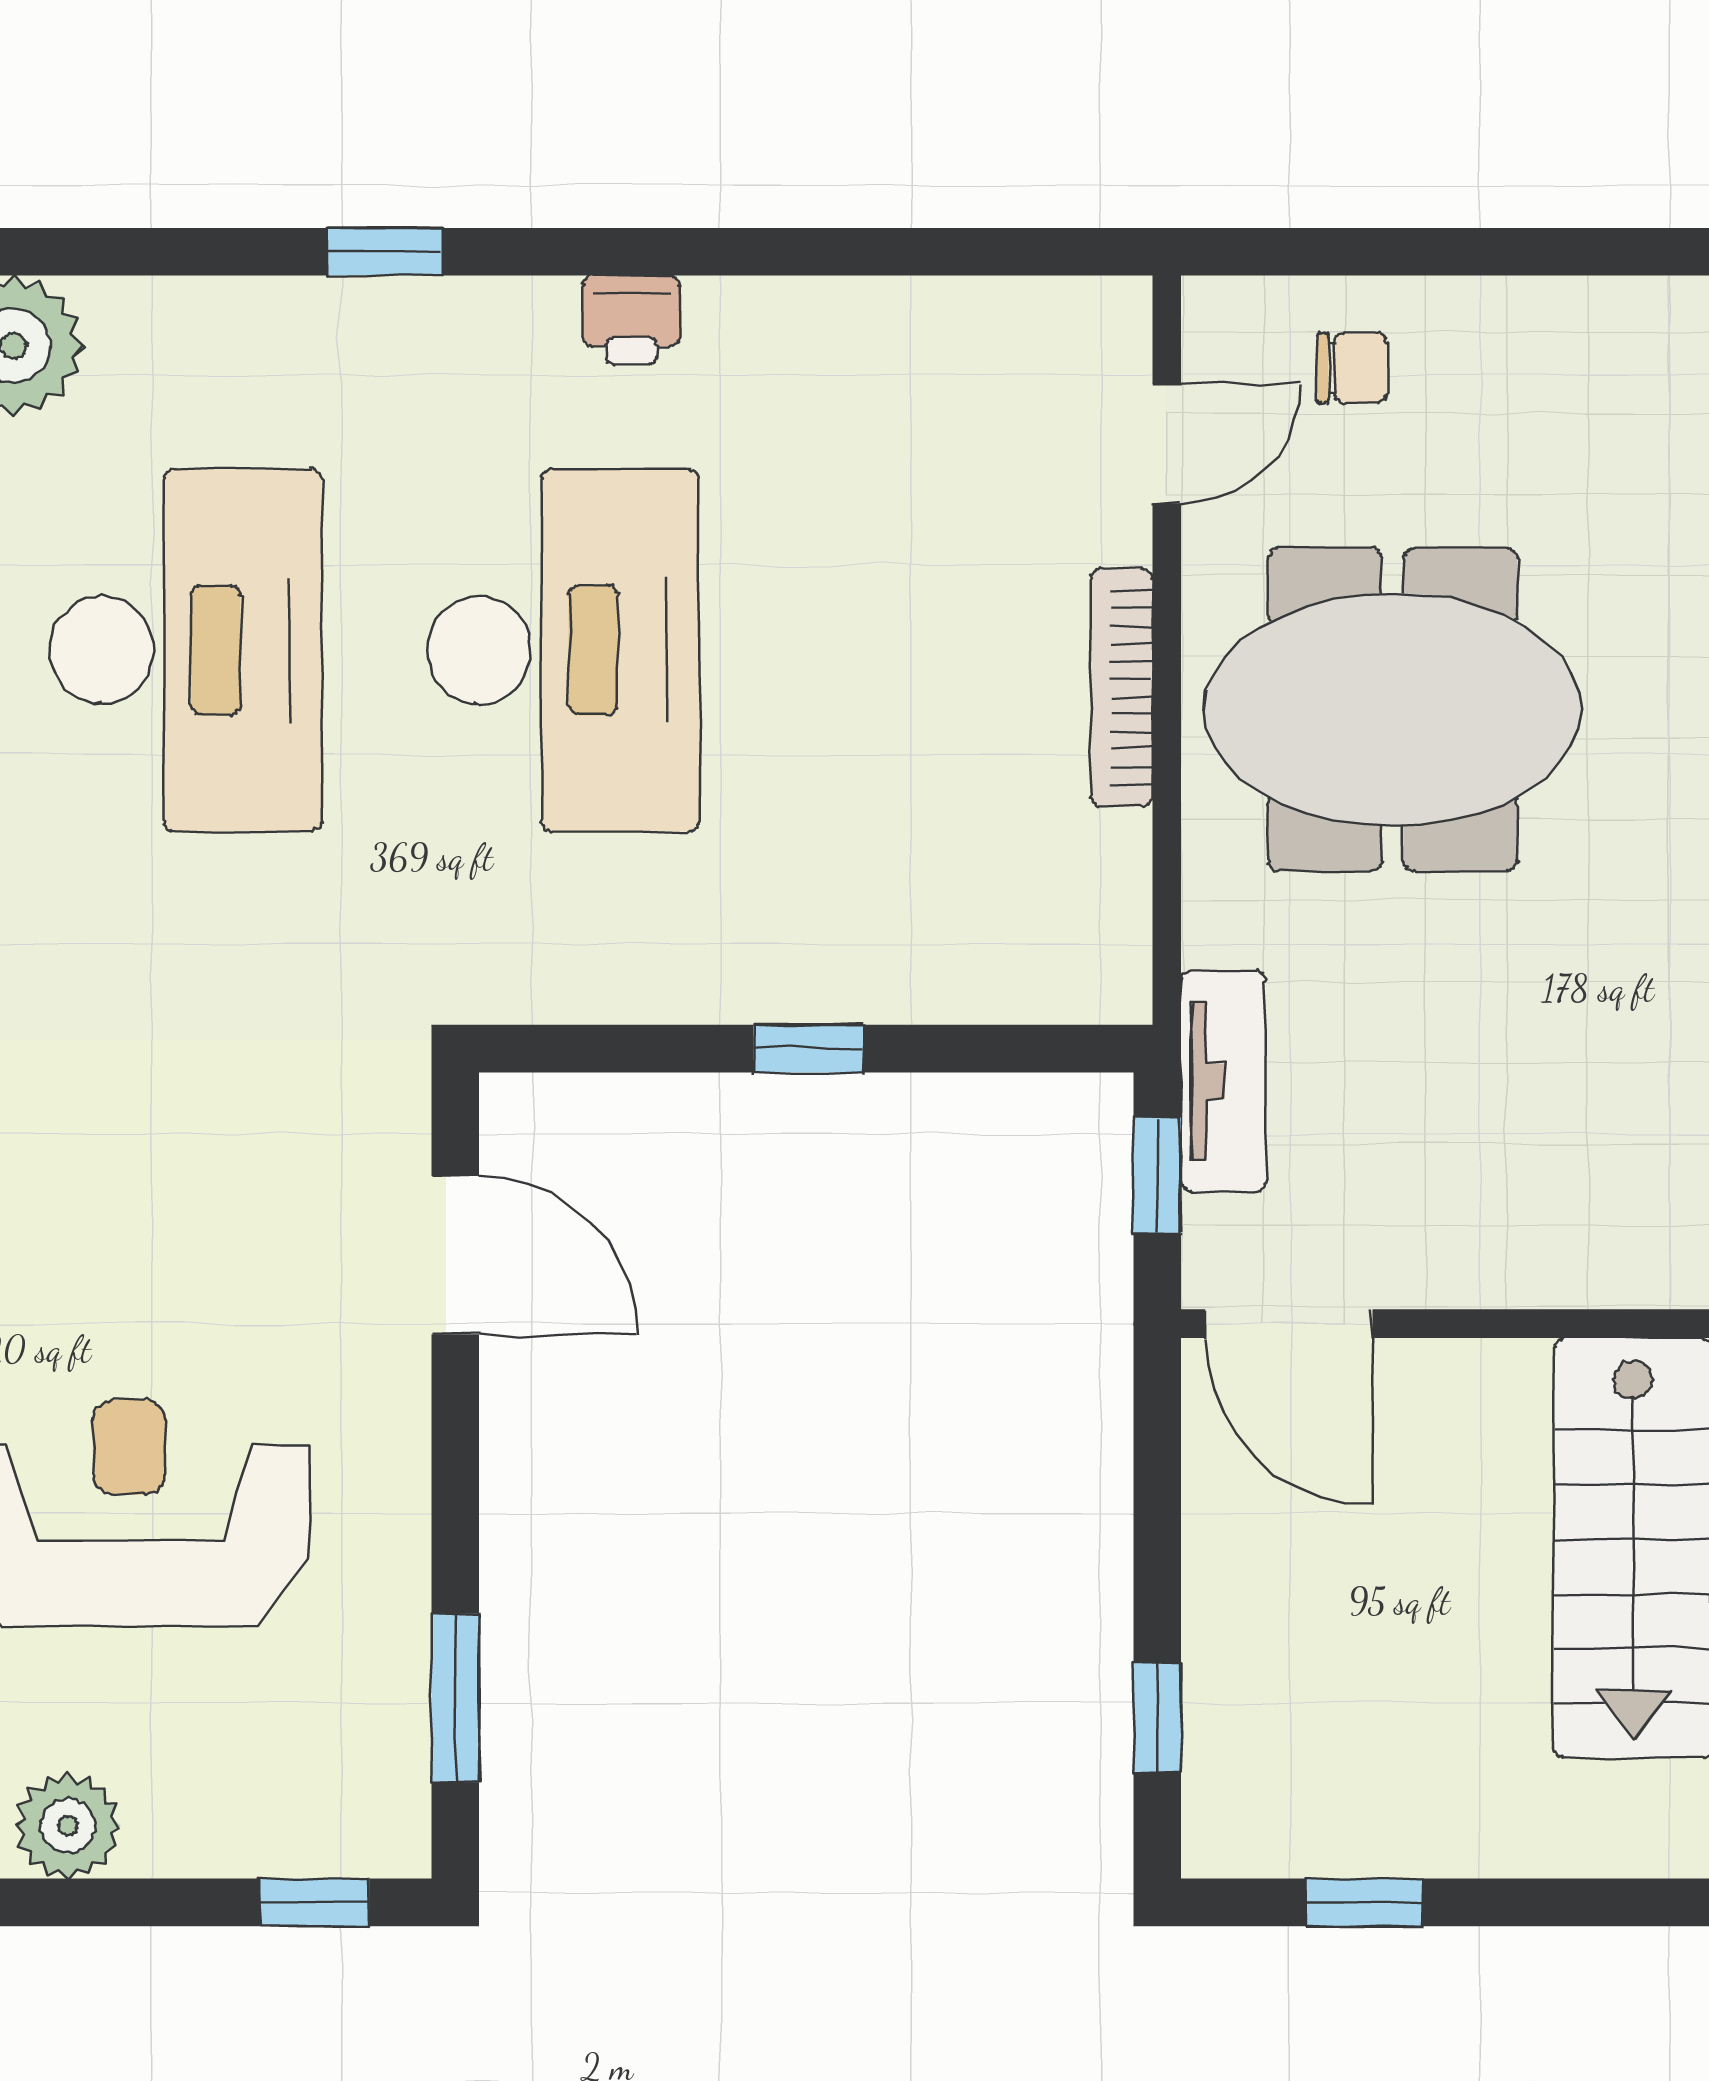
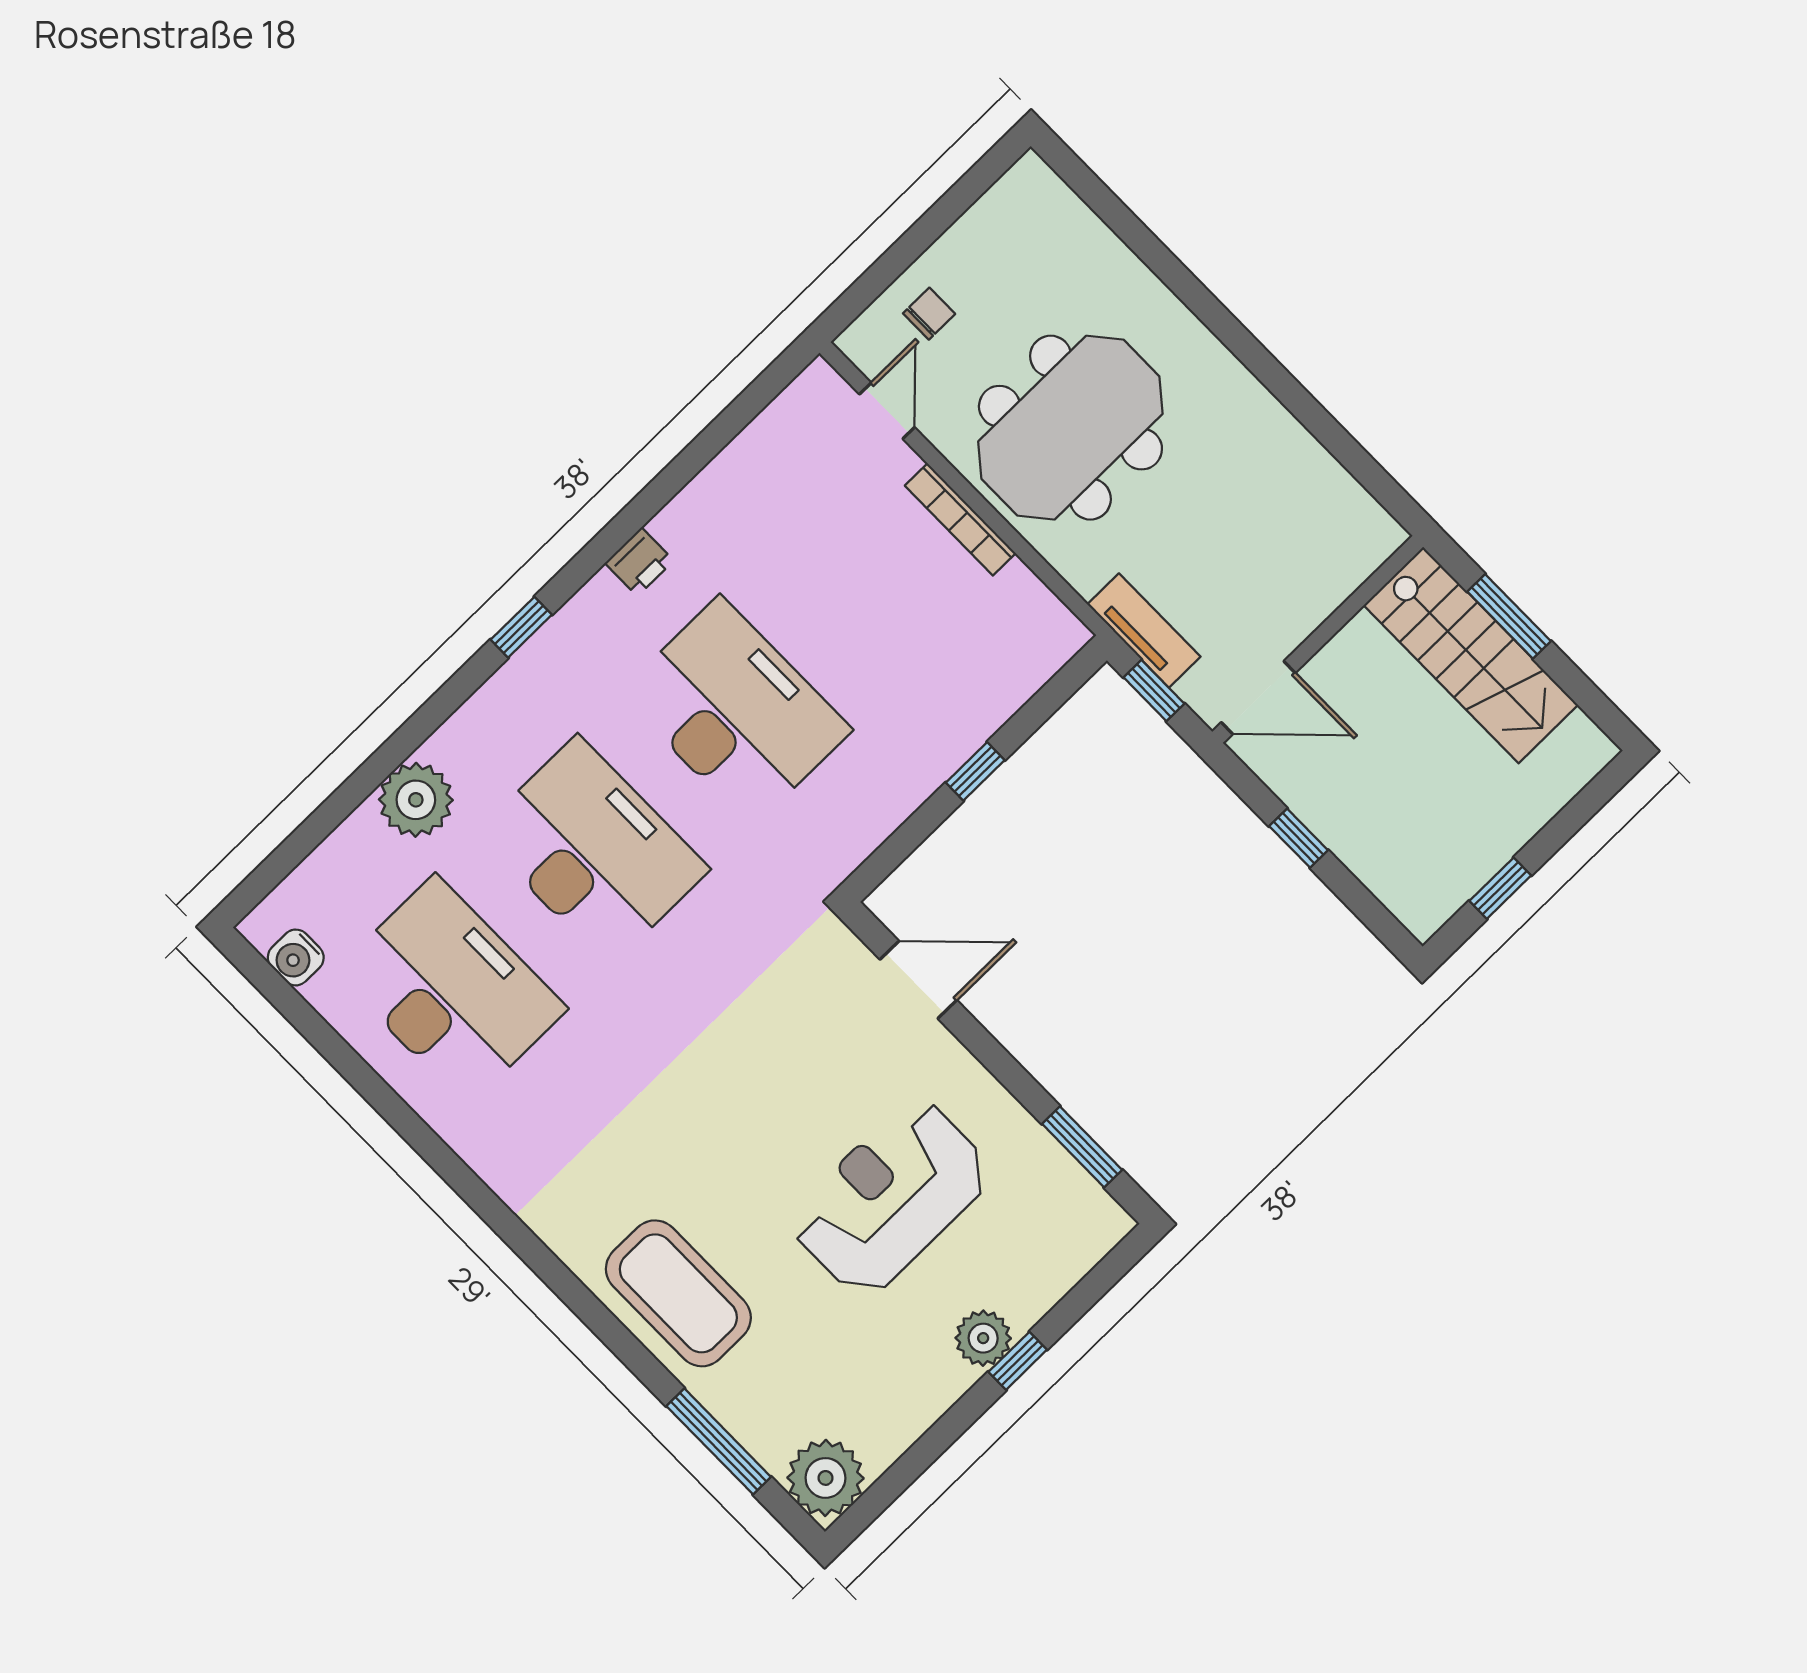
window: (1157, 1717) -> (1299, 838), moved
window: (315, 1902) -> (1018, 1361), moved

